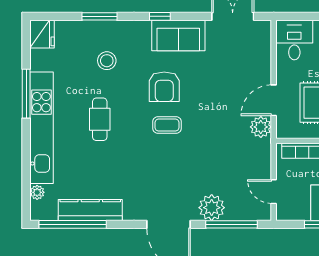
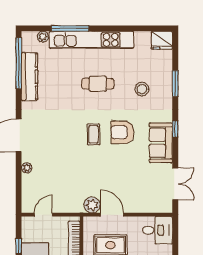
window: (26, 94) -> (70, 28), moved
plant: (212, 208) -> (27, 168), width x0.53, depth x0.53
window: (232, 224) -> (19, 183), removed

